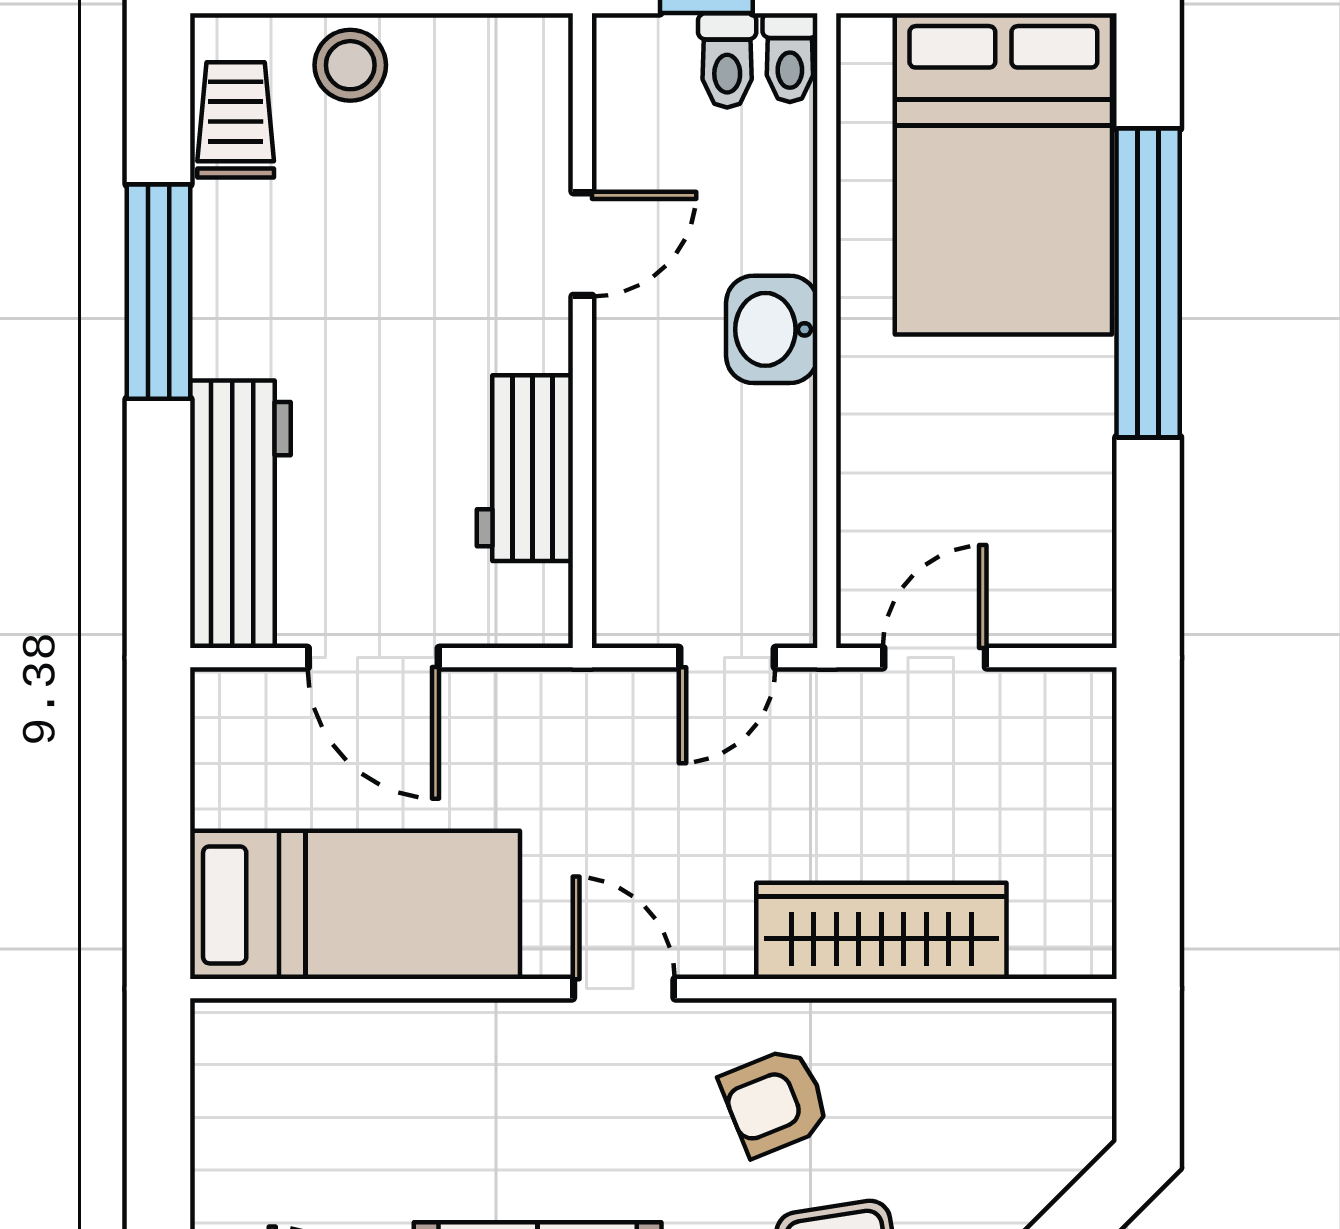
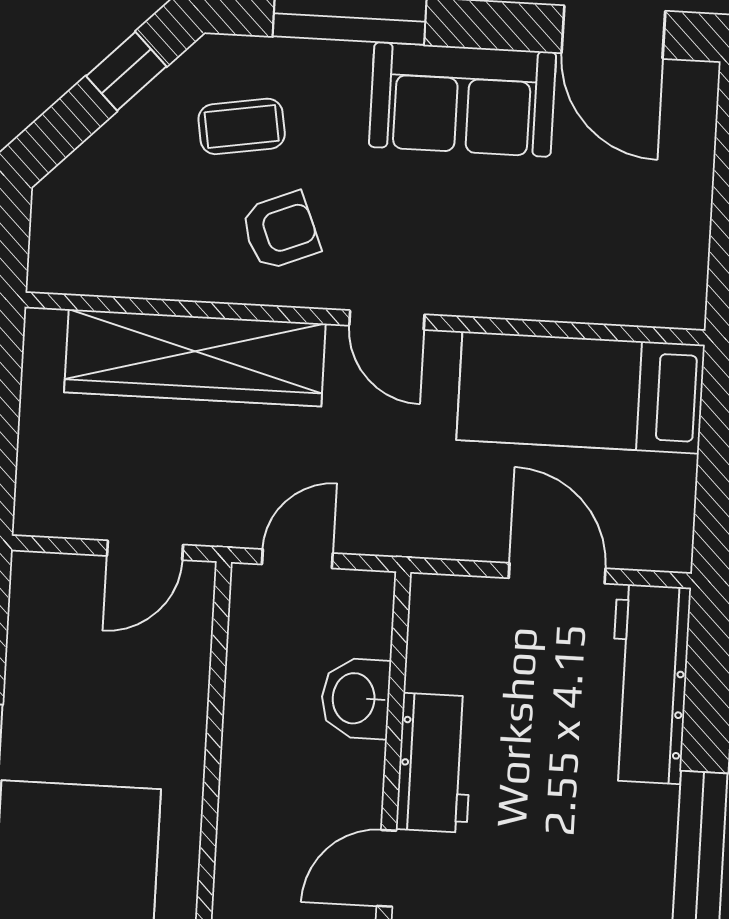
washbasin: (772, 329) -> (356, 698), moved, turned 180
workbench: (525, 468) -> (435, 763), moved
wardrobe: (881, 931) -> (195, 358), width x1.40, depth x1.17

